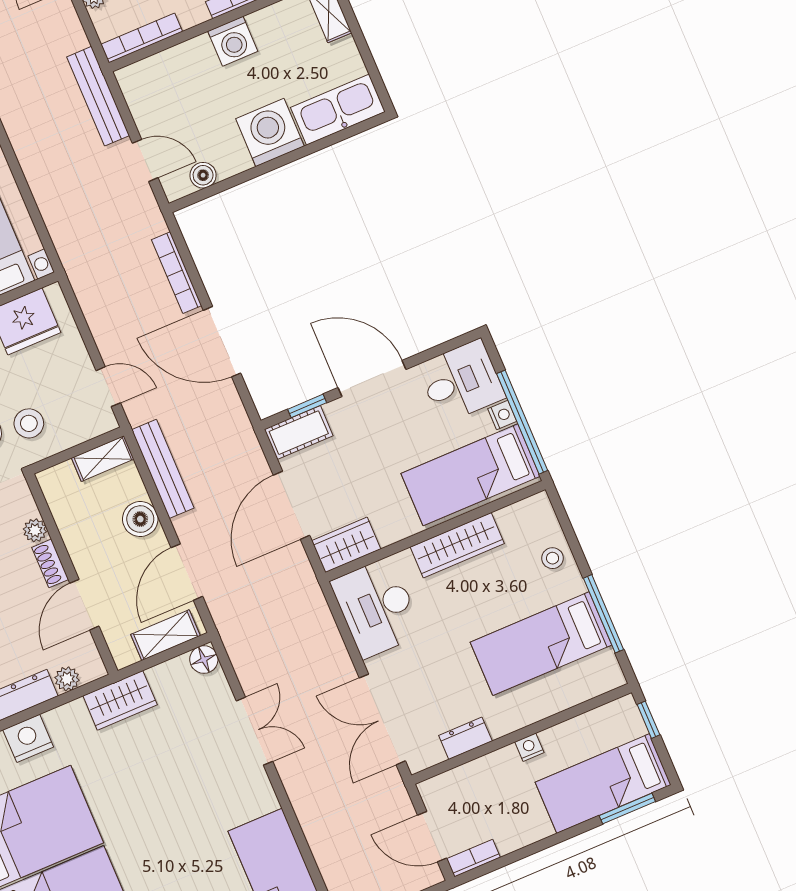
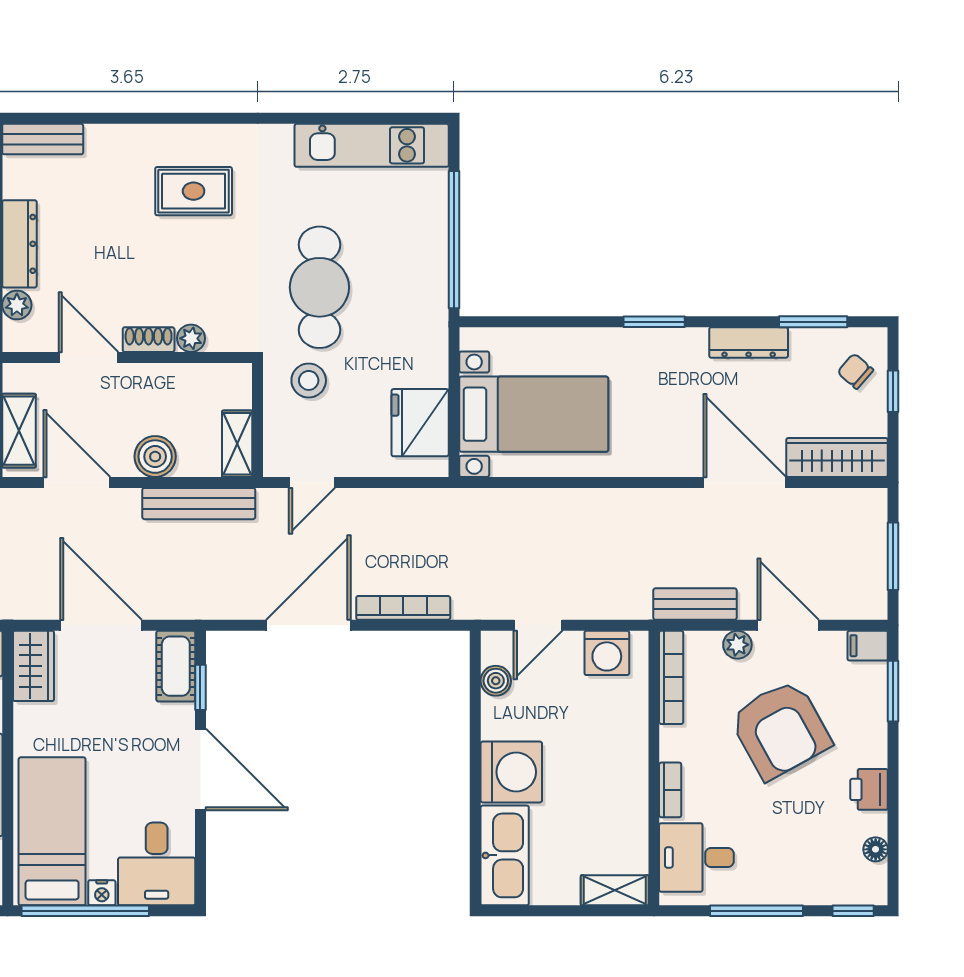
washing machine: (233, 41) -> (607, 653), moved, turned -90
bench: (98, 96) -> (695, 604), moved, width x0.73
door: (372, 378) -> (200, 769), hinge flipped

